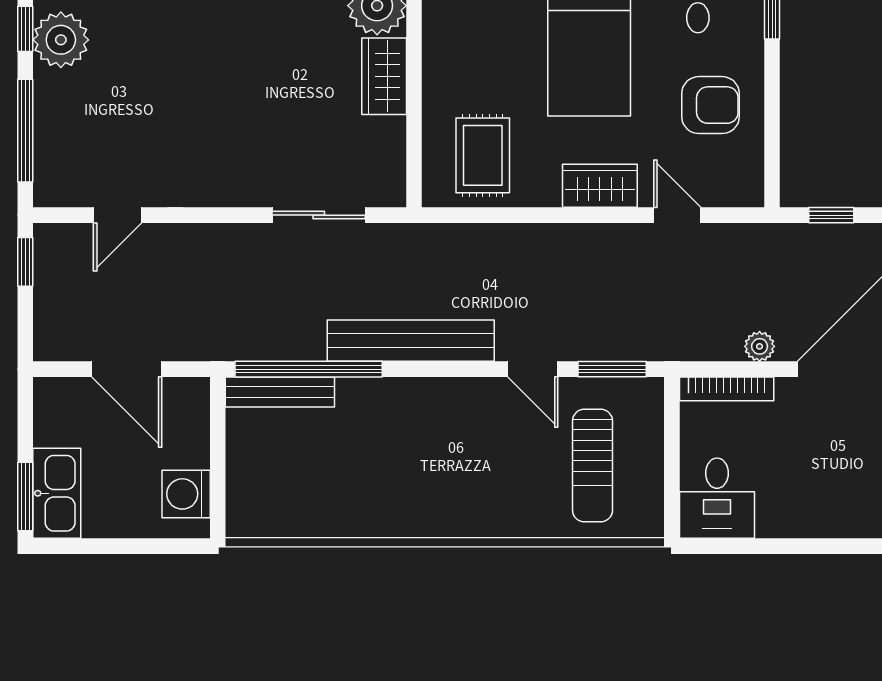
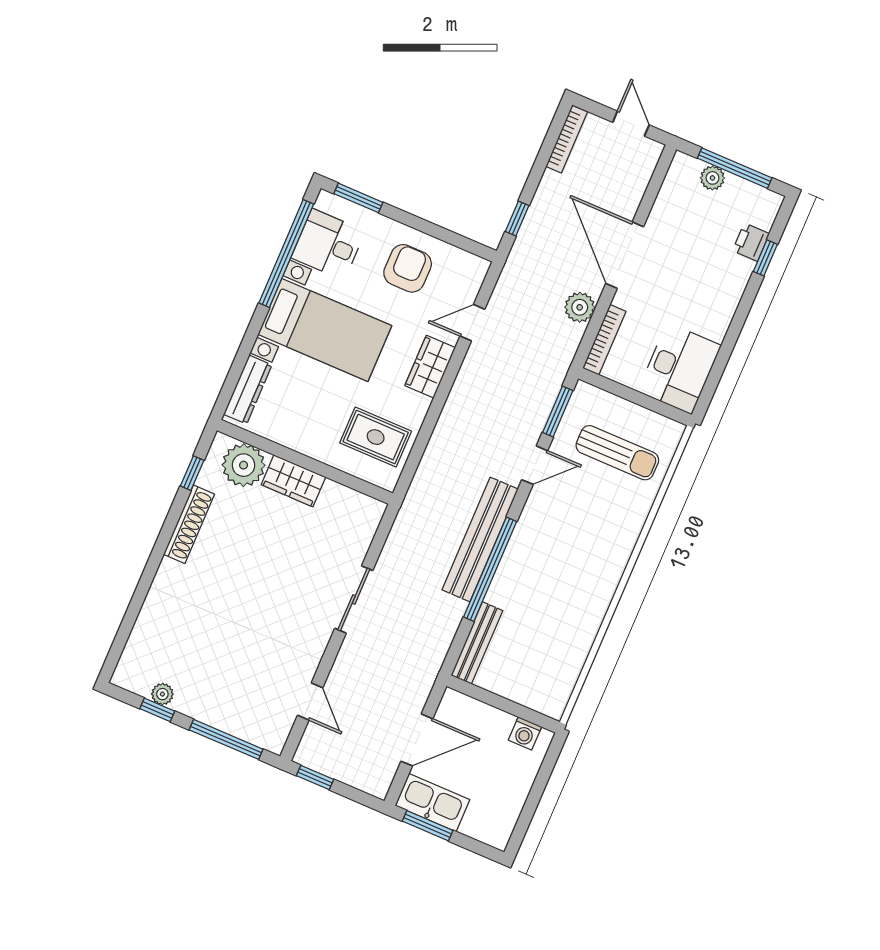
plant: (61, 40) -> (162, 694), width x0.53, depth x0.53
sliding door: (319, 215) -> (354, 599), moved
plant: (760, 346) -> (580, 307), width x1.38, depth x1.38
window: (309, 369) -> (490, 569), moved
kitchen sink: (57, 493) -> (432, 803), moved
washing machine: (186, 494) -> (525, 733), width x0.73, depth x0.73
window: (25, 496) -> (428, 826), moved
desk: (717, 498) -> (679, 369), width x1.37

